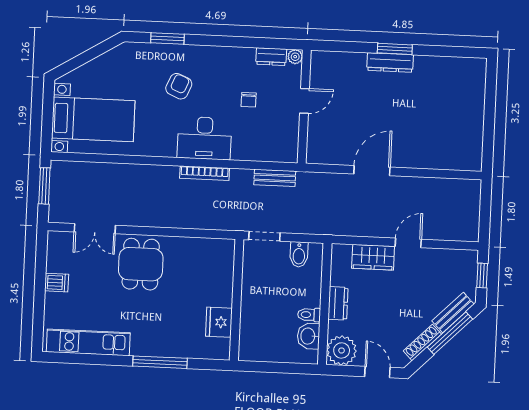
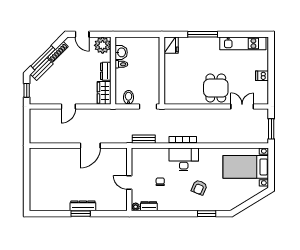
door: (305, 101) -> (129, 182), hinge flipped
wardrobe: (373, 257) -> (104, 93), moved, turned -90
fridge: (219, 322) -> (171, 45), moved

